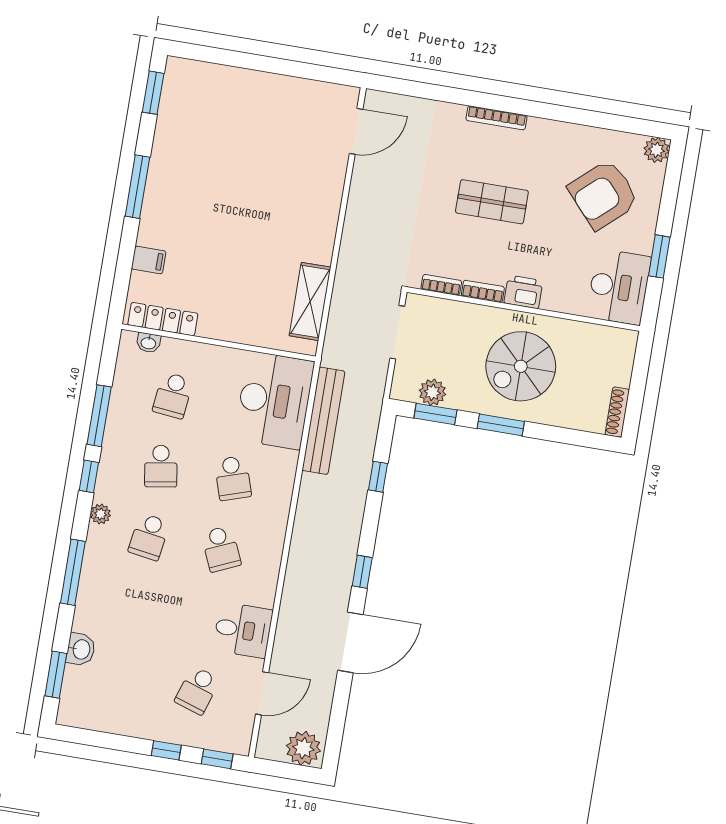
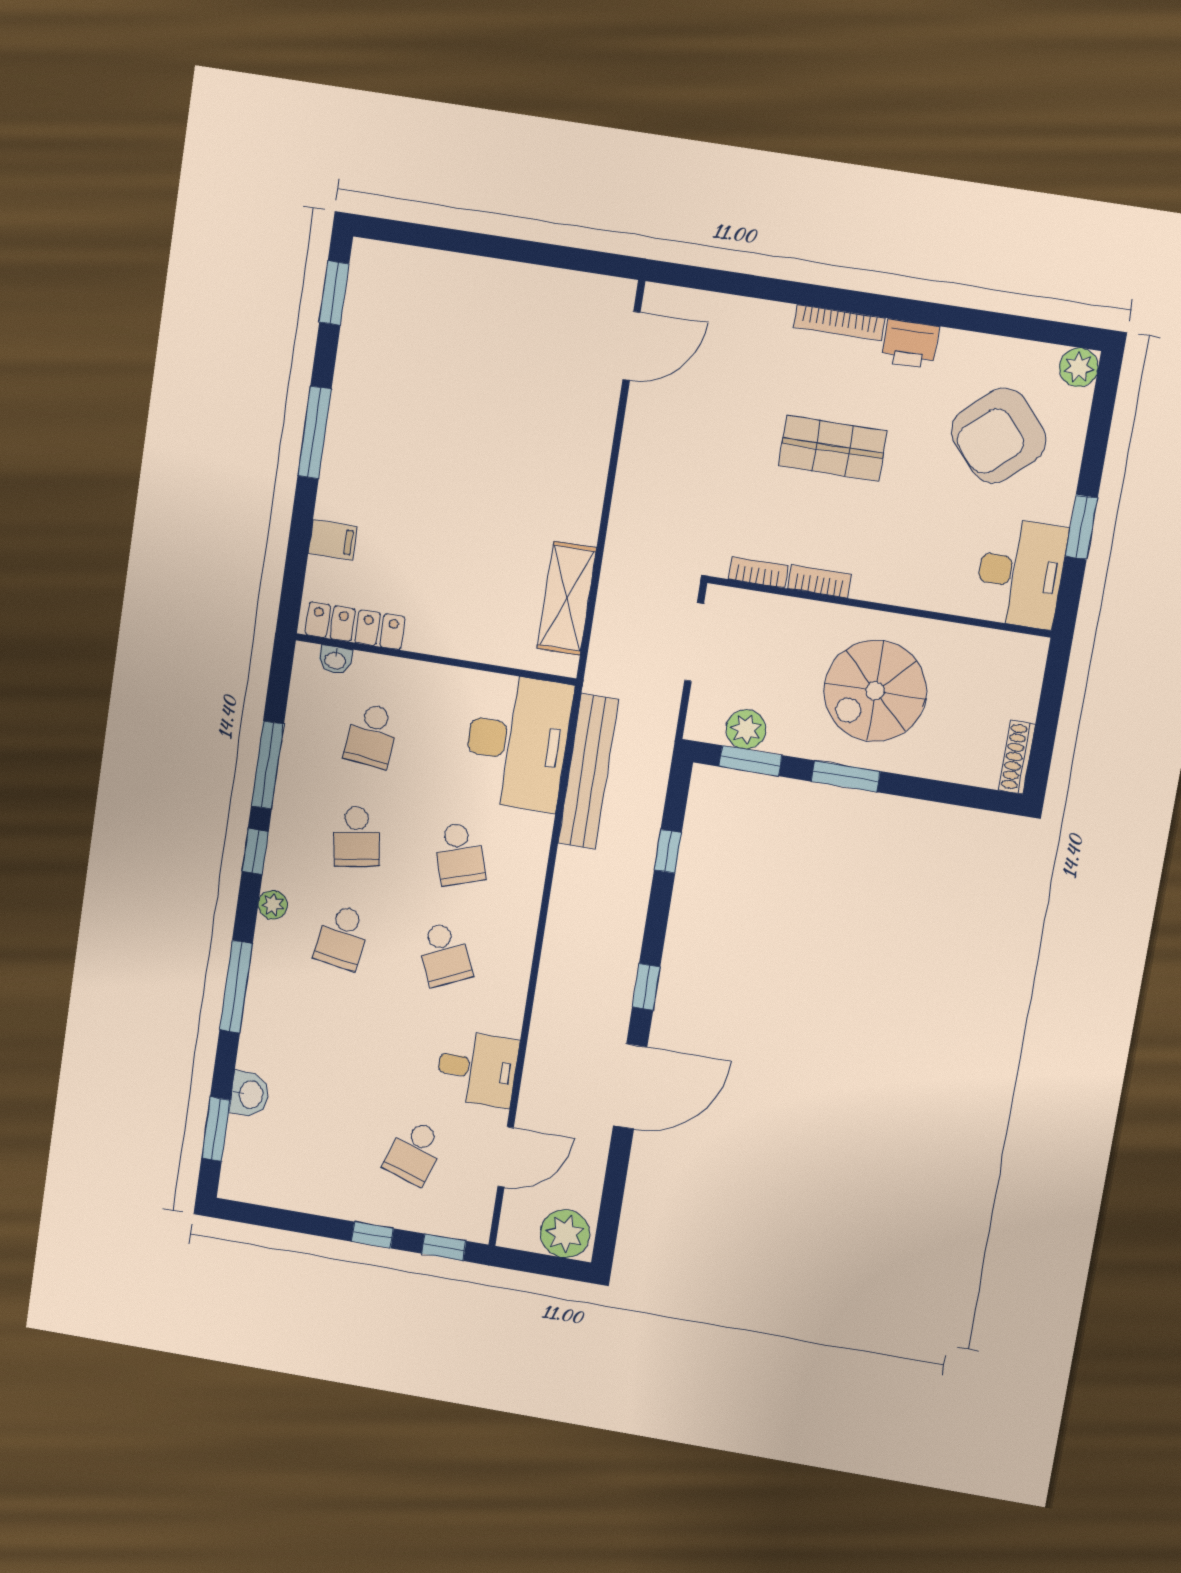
printer: (523, 292) -> (910, 344), moved, turned 180

